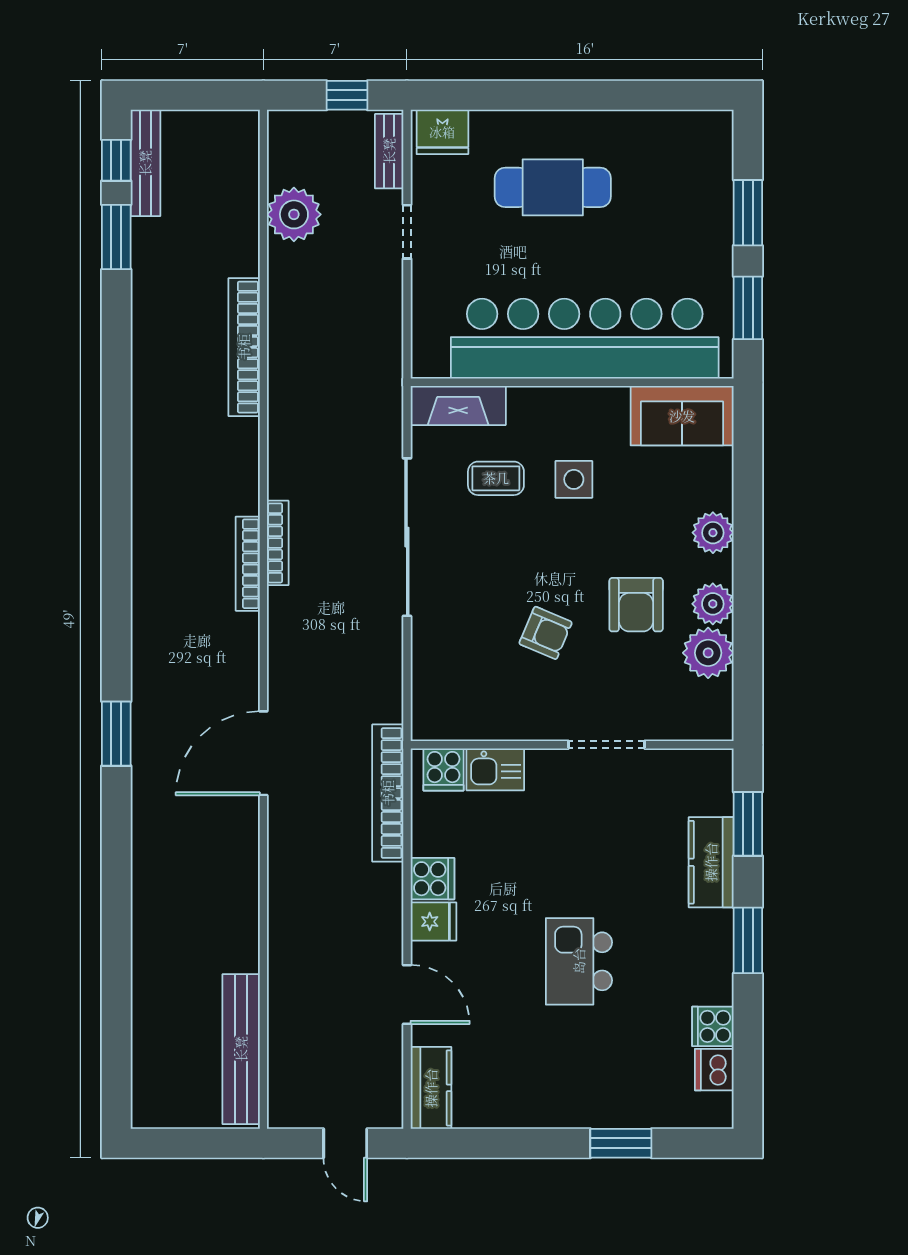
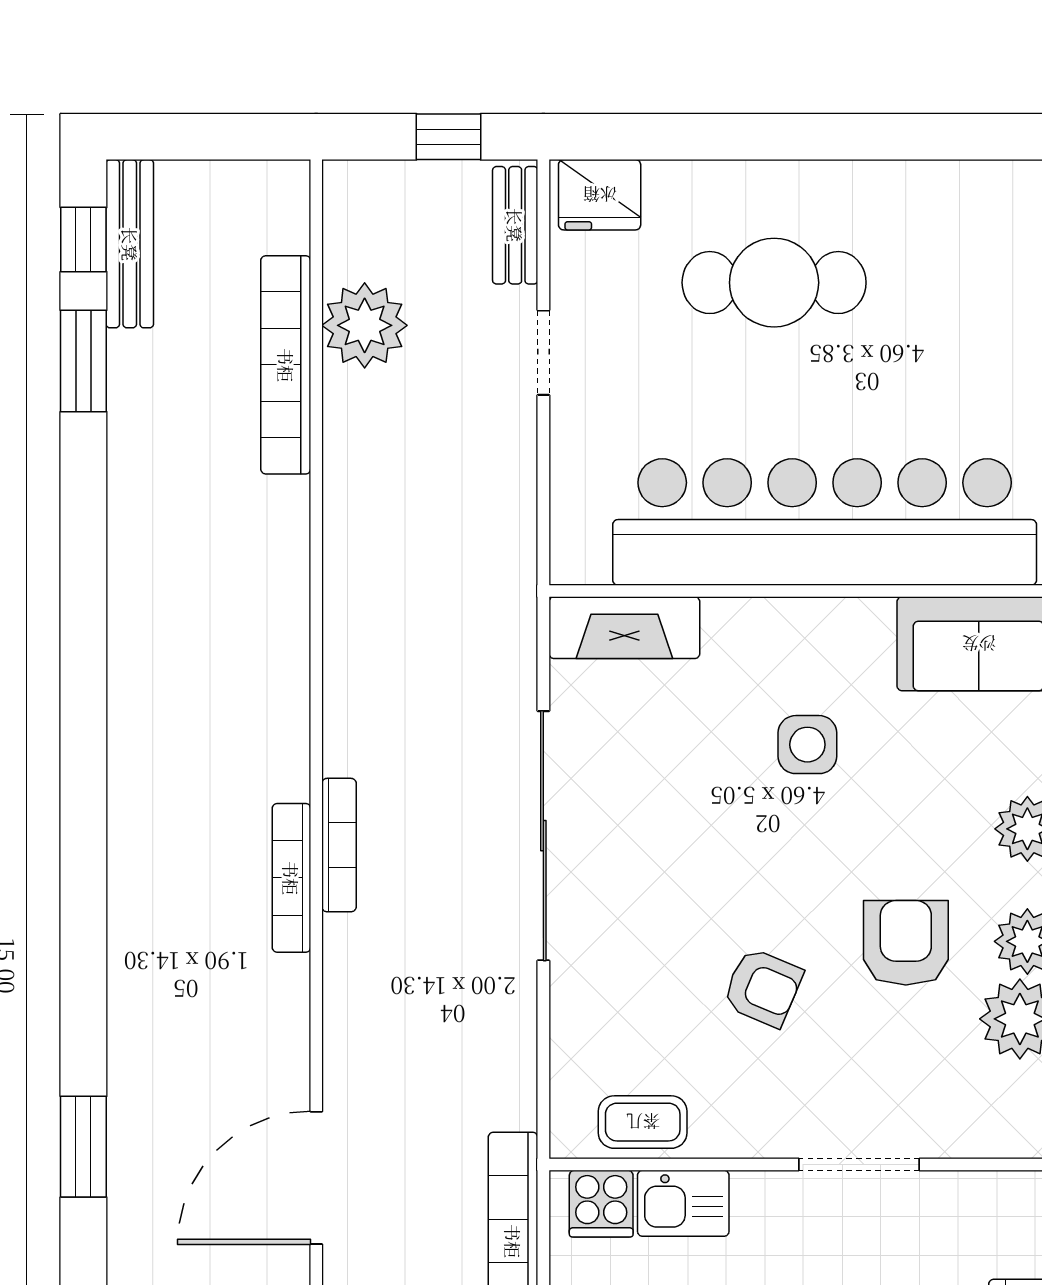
bookcase: (244, 347) -> (286, 365), moved
coffee table: (496, 478) -> (643, 1122), moved
armchair: (636, 605) -> (906, 943), turned 180

